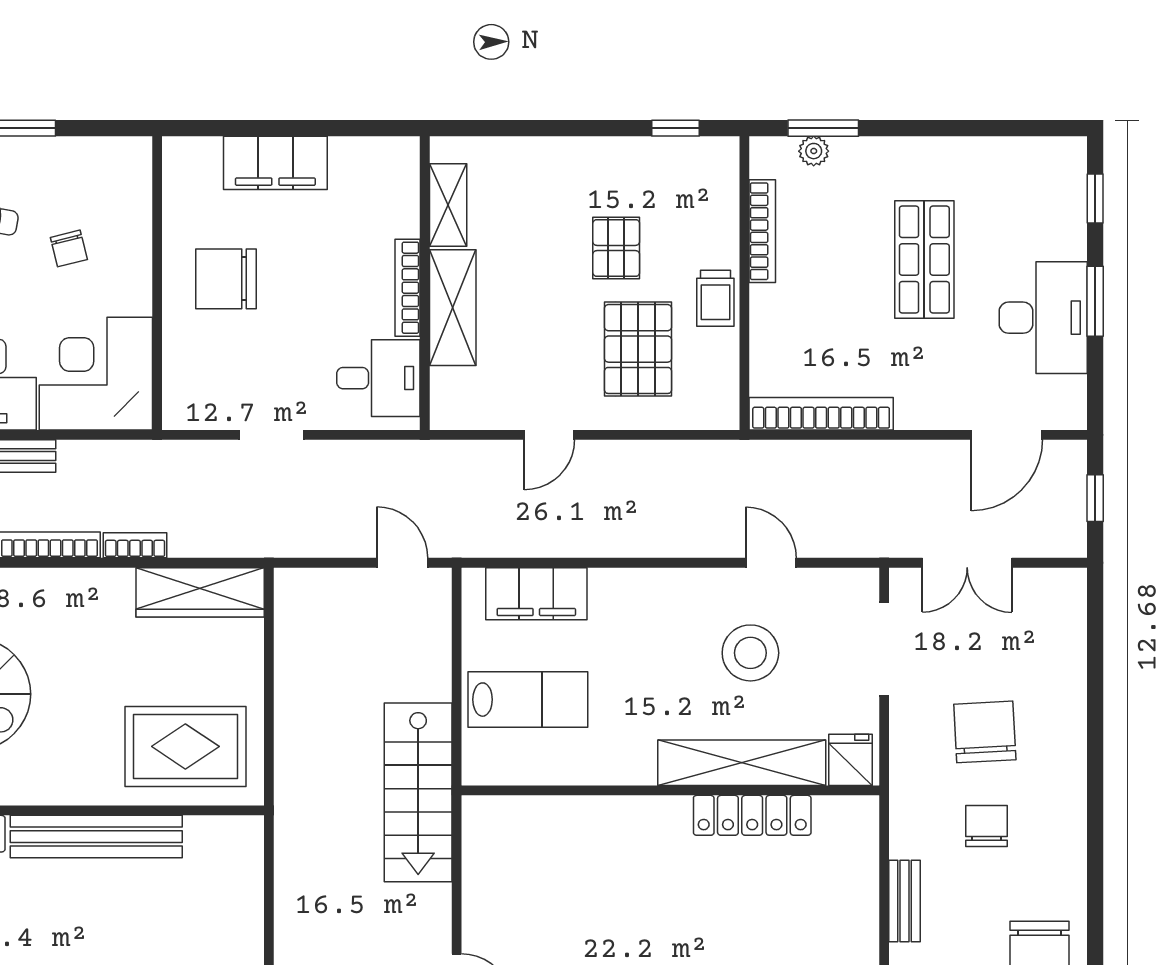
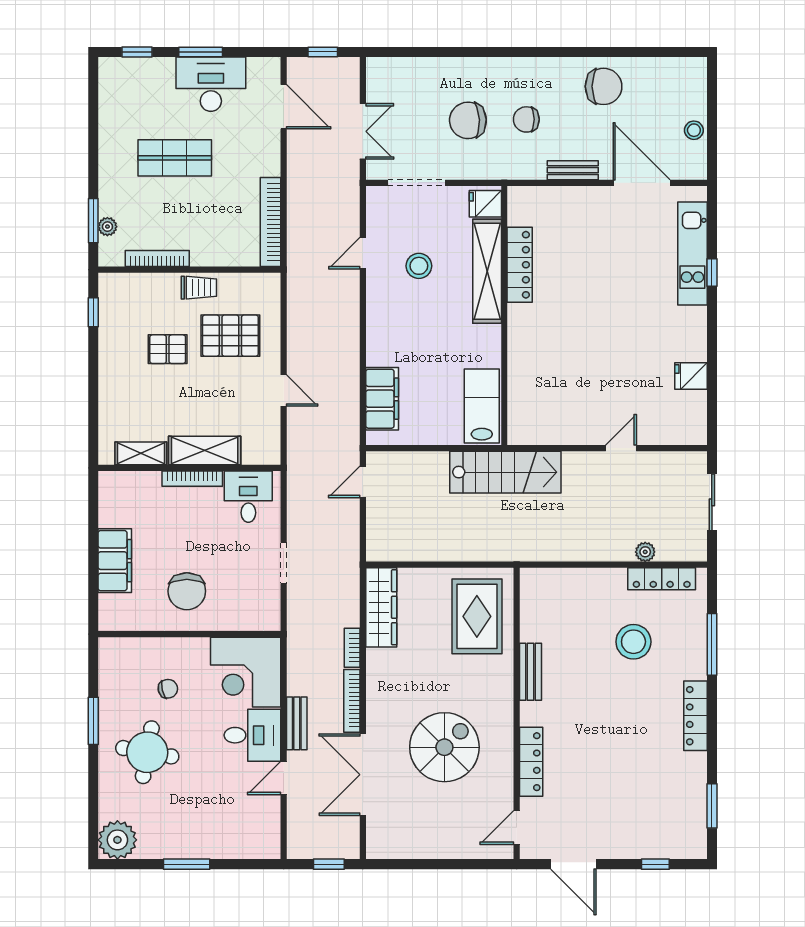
stool: (750, 653) -> (419, 266), width x0.73, depth x0.73
lab bench: (528, 700) -> (482, 406), moved
bench: (96, 837) -> (531, 672), width x0.54, depth x0.82

